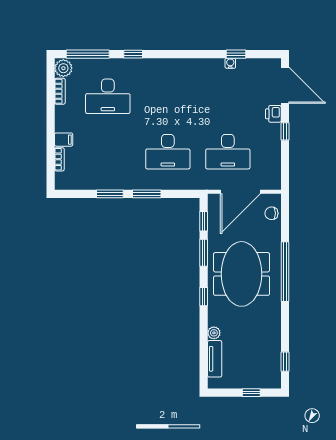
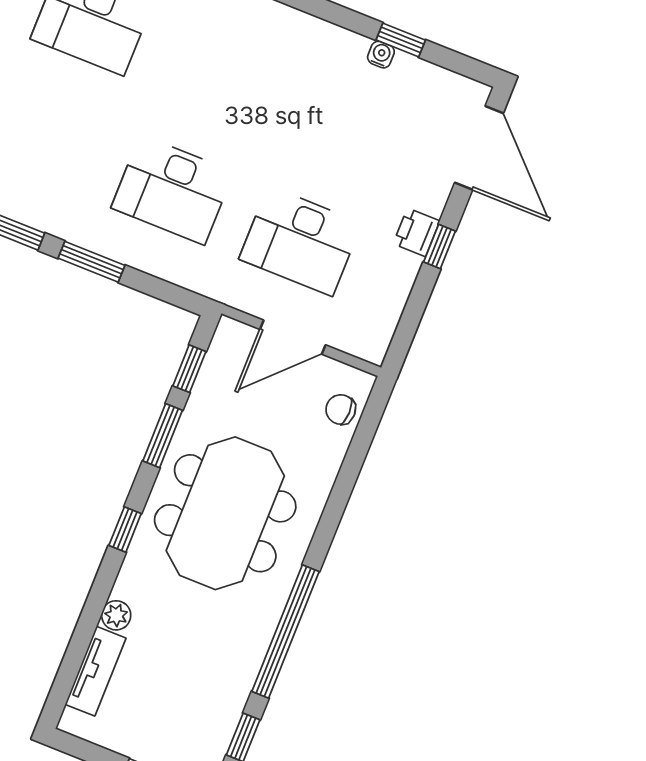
printer: (273, 114) -> (416, 232), moved
door: (240, 192) -> (293, 337), width x0.73
window: (285, 272) -> (286, 632), moved

